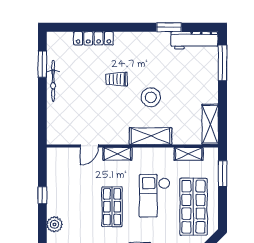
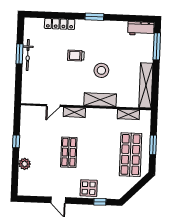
window: (169, 27) -> (94, 17), moved
workbench: (194, 40) -> (141, 29), width x0.73
window: (42, 64) -> (20, 54), moved
shelving: (210, 124) -> (146, 85), width x1.47
window: (223, 174) -> (153, 145), moved
checkout: (155, 196) -> (101, 145), removed

